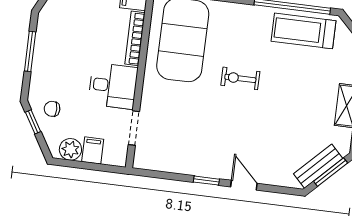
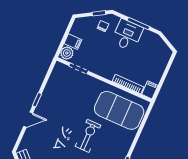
exercise bike: (240, 78) -> (88, 136), width x1.38, depth x1.39
desk: (113, 86) -> (127, 35), moved, turned 180
plant: (70, 149) -> (67, 53), moved

